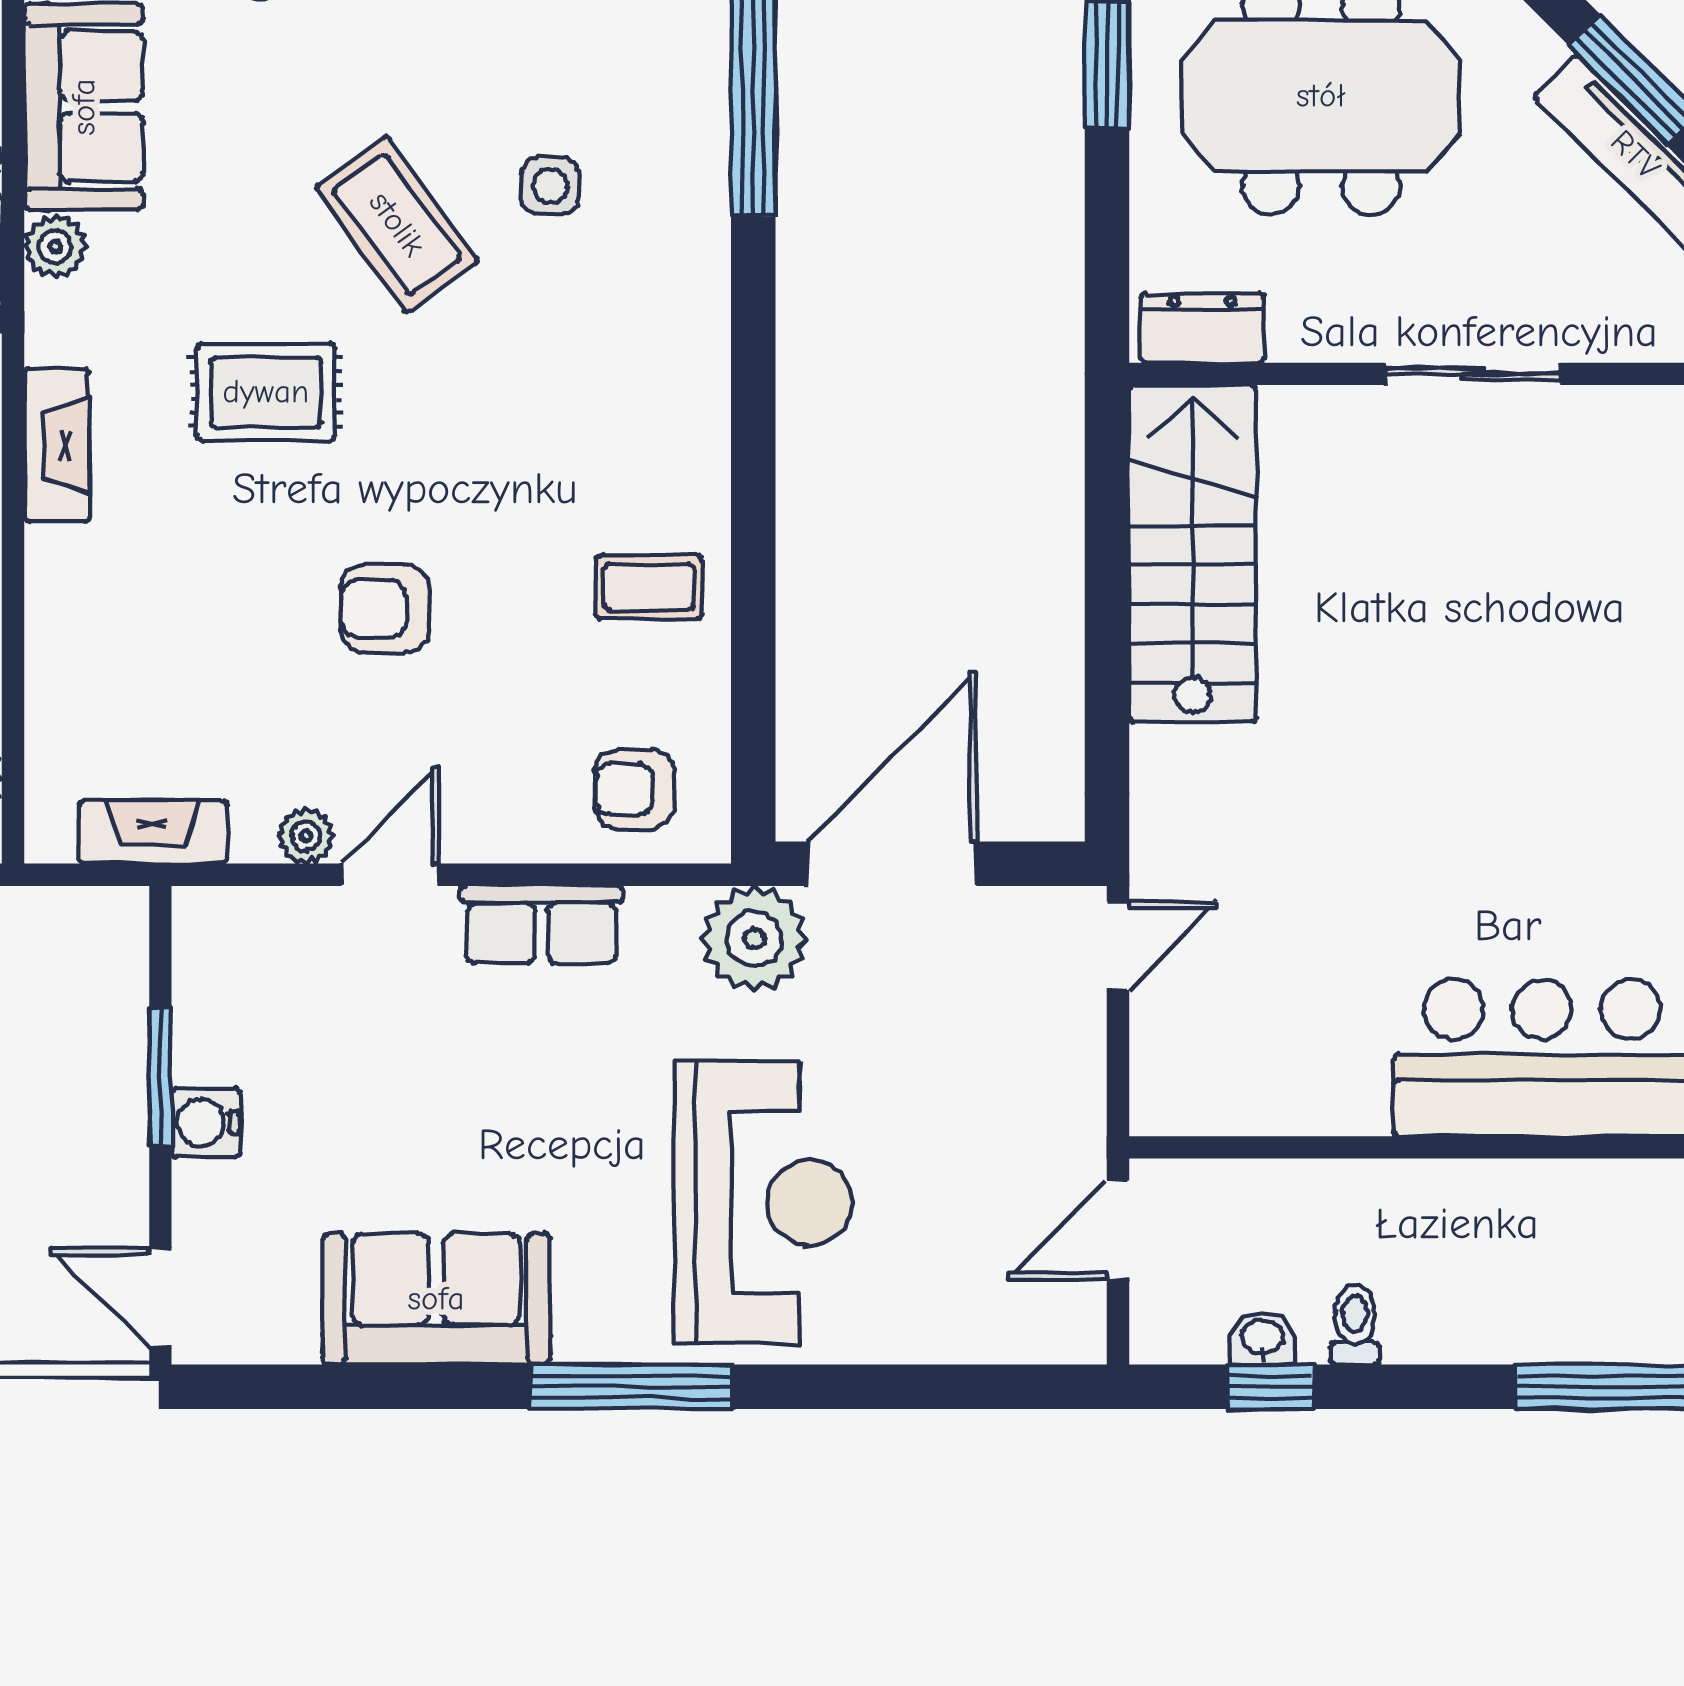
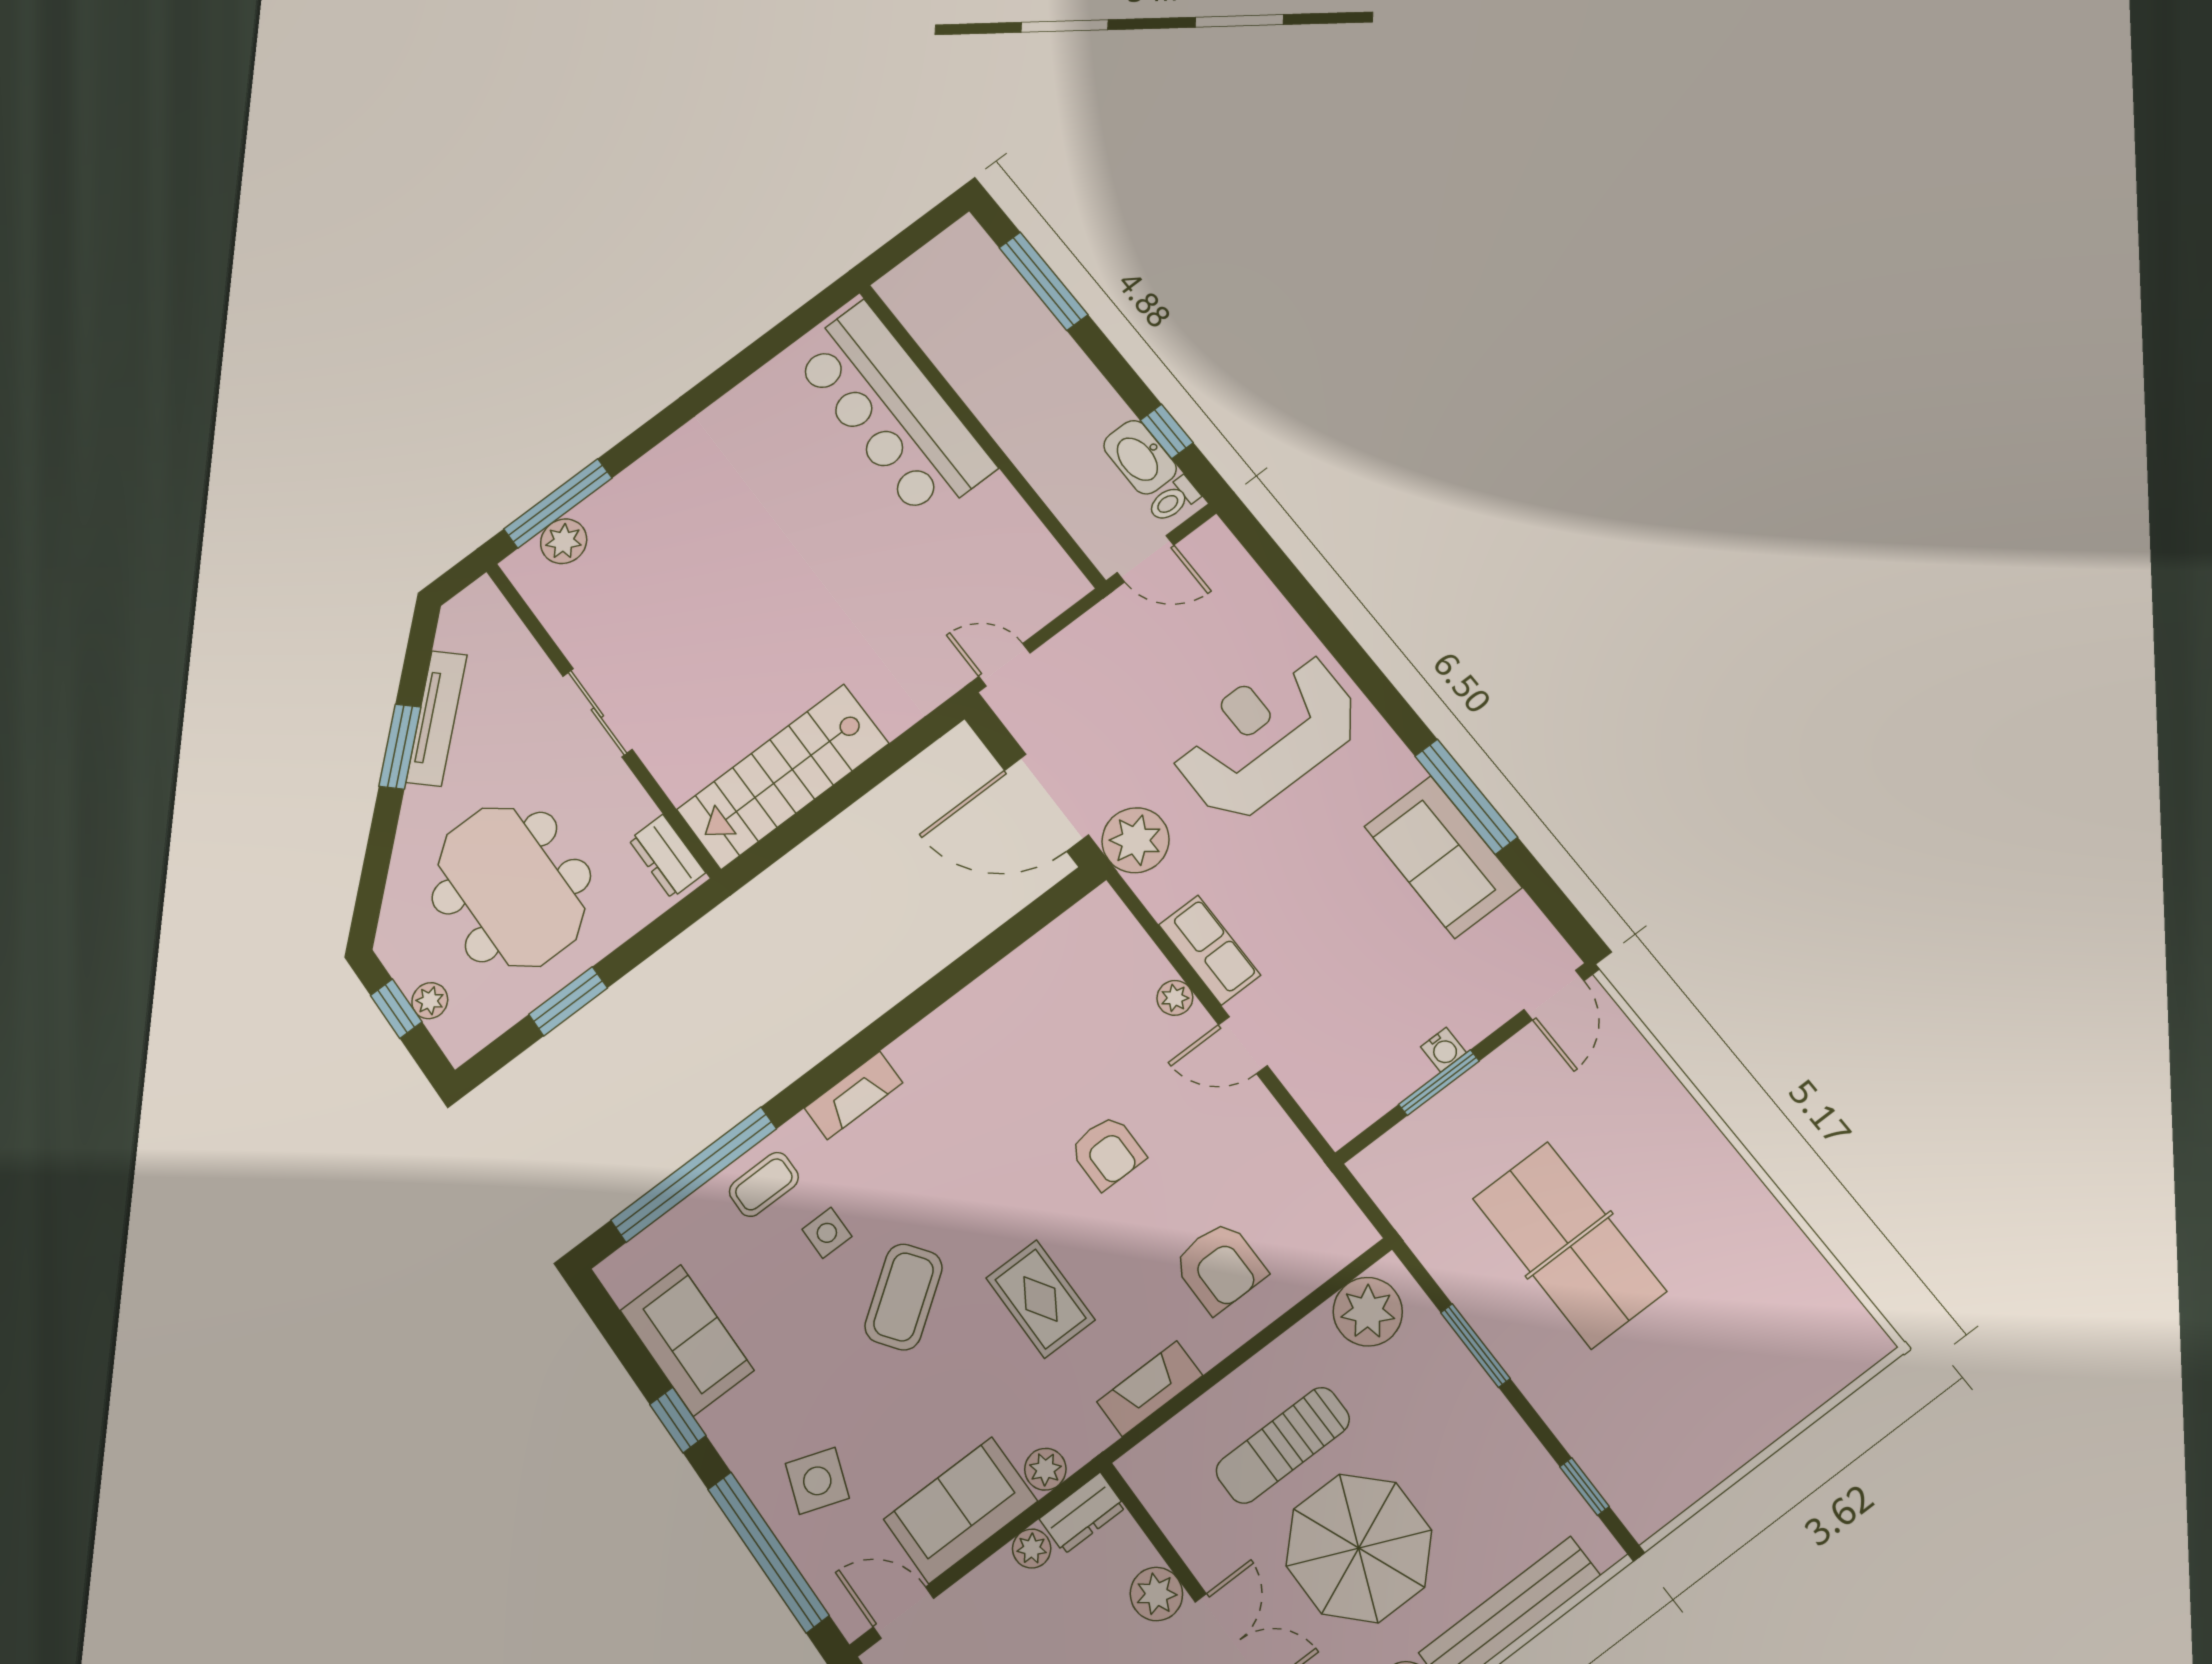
coffee table: (649, 587) -> (764, 1184), moved, turned 90
armchair: (634, 789) -> (1220, 1267), moved, width x1.38, depth x1.38
fireplace: (153, 832) -> (854, 1095), moved, turned -90
plant: (306, 836) -> (1175, 998), moved
water cooler: (206, 1123) -> (1443, 1050), width x0.72, depth x0.72
toilet: (1355, 1325) -> (1173, 500), moved
washbasin: (1262, 1338) -> (1140, 457), width x1.91, depth x1.45
window: (632, 1387) -> (1466, 797), moved

